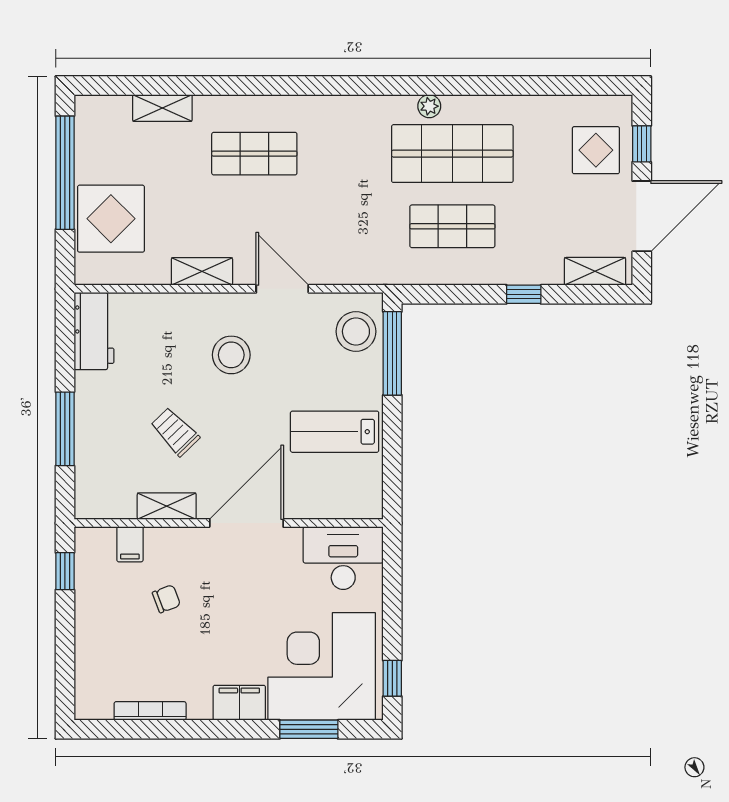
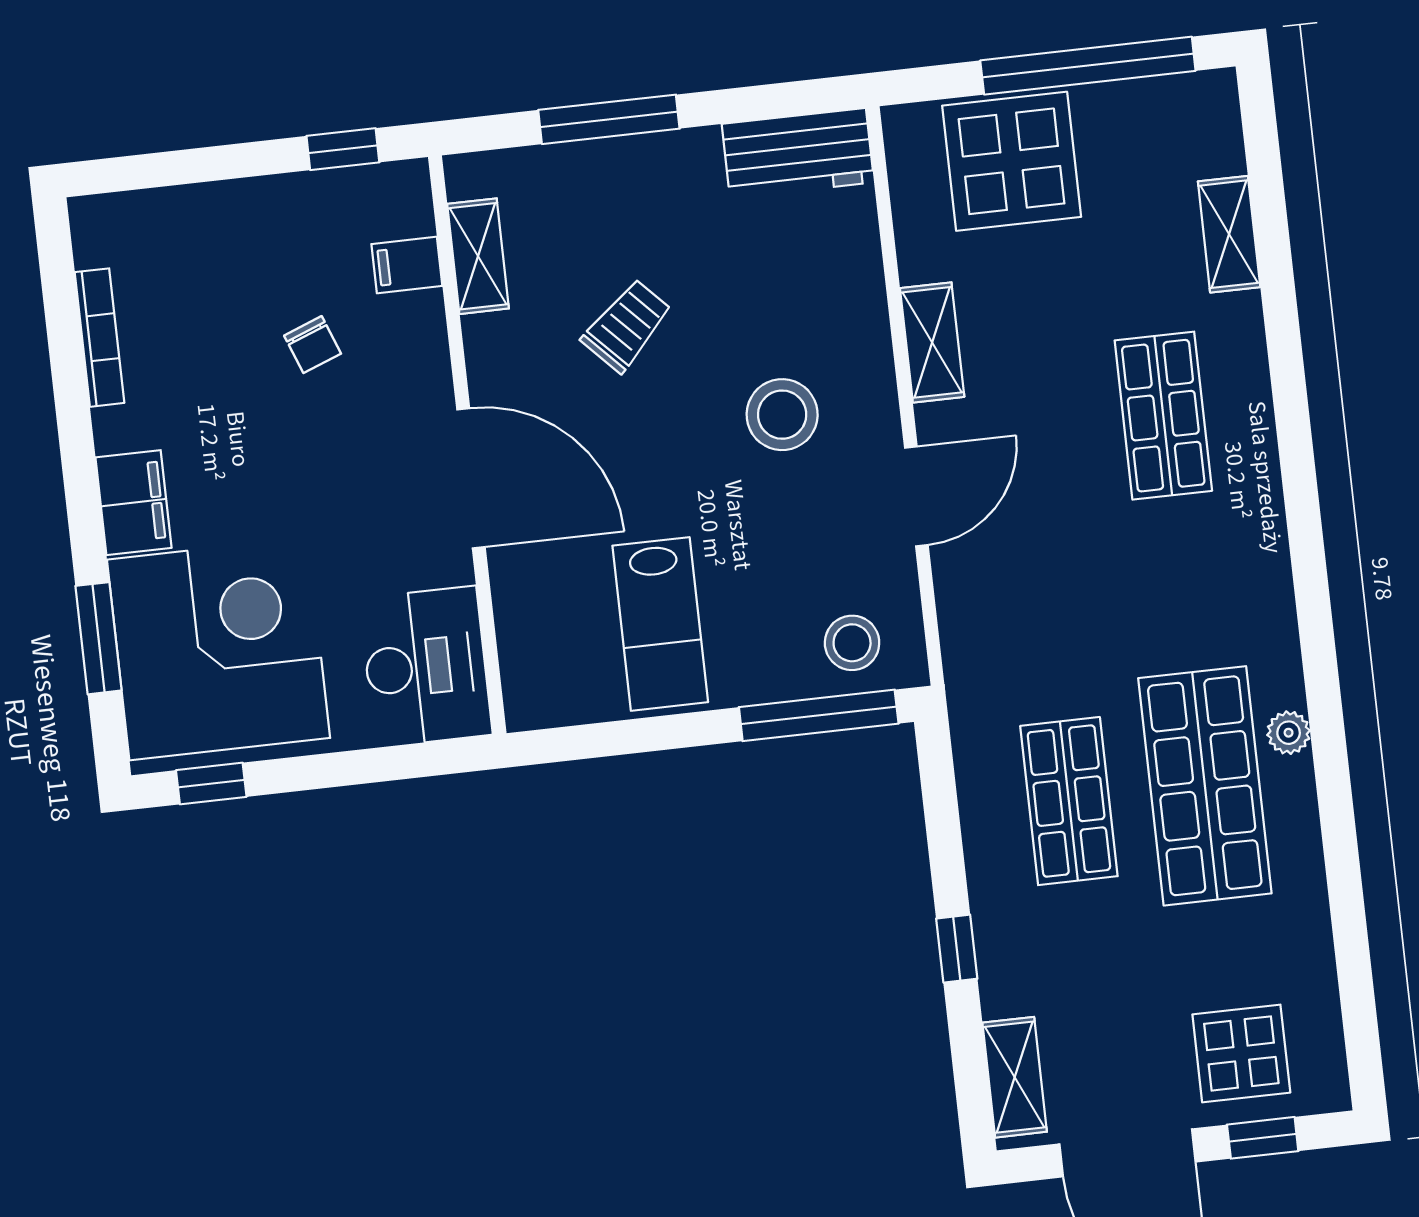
stool: (356, 331) -> (852, 643), width x0.73, depth x0.73
lab bench: (335, 432) -> (660, 624), turned 180
shelving: (167, 506) -> (478, 256), moved

